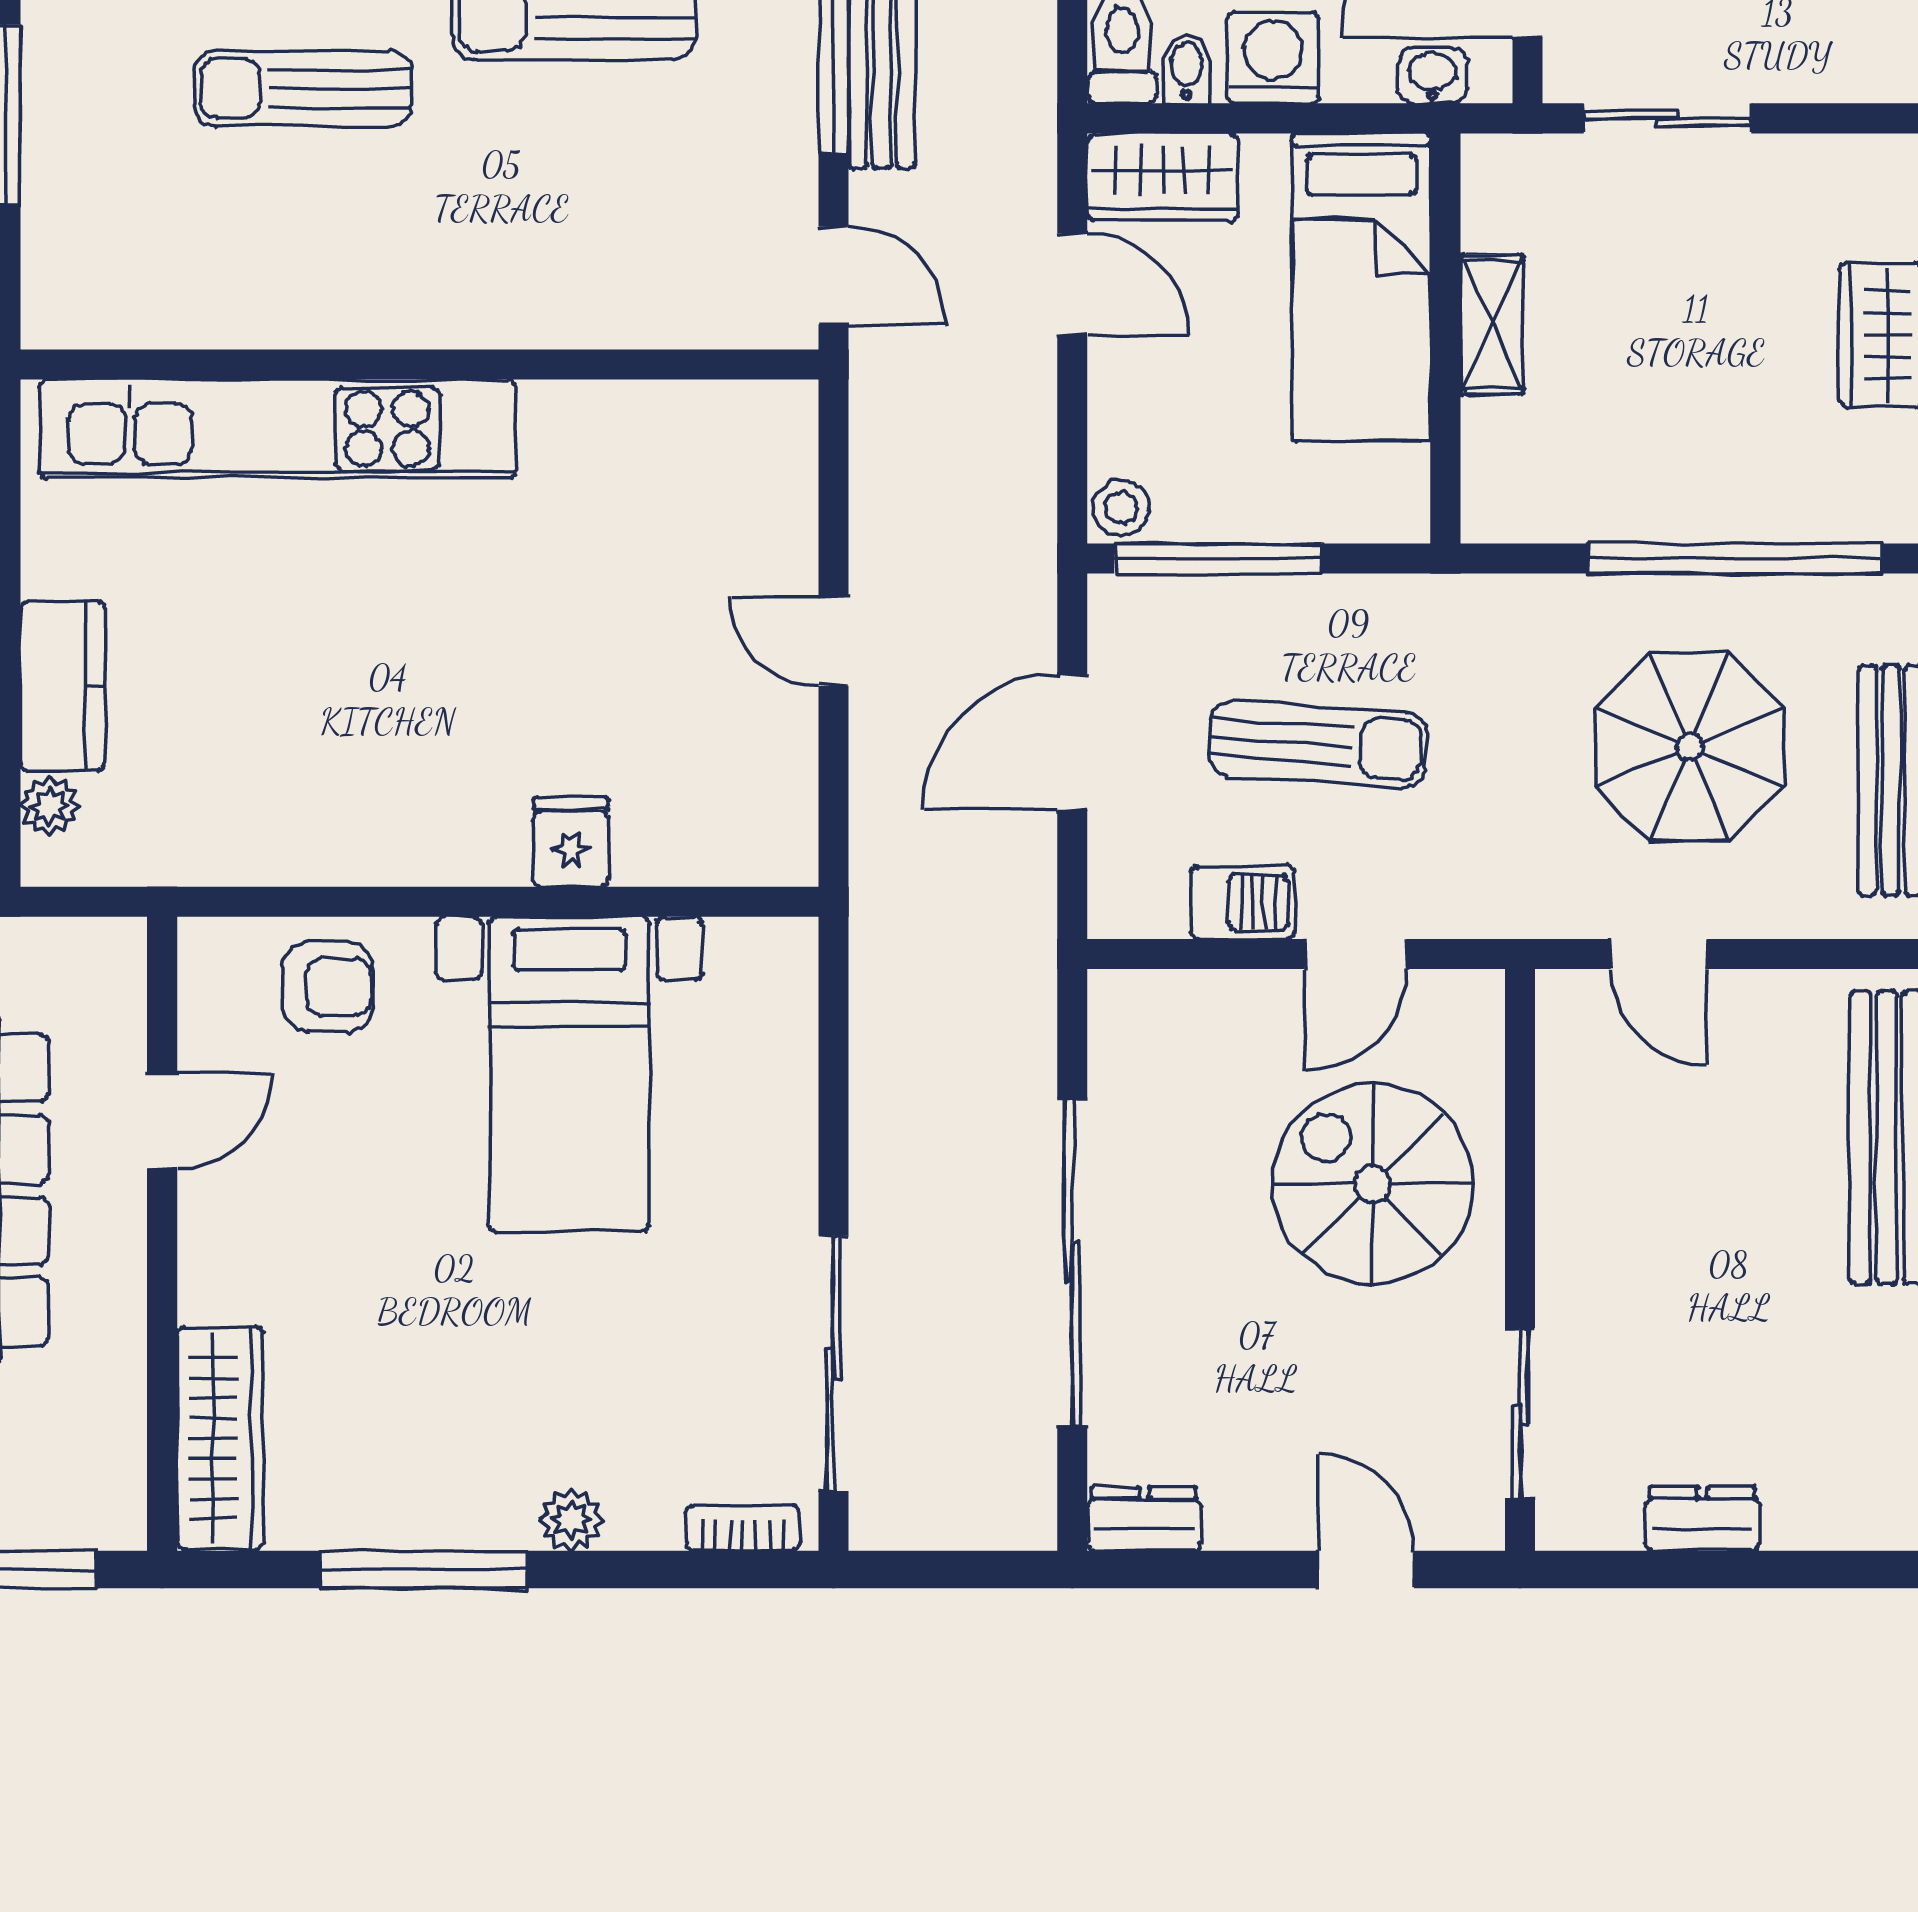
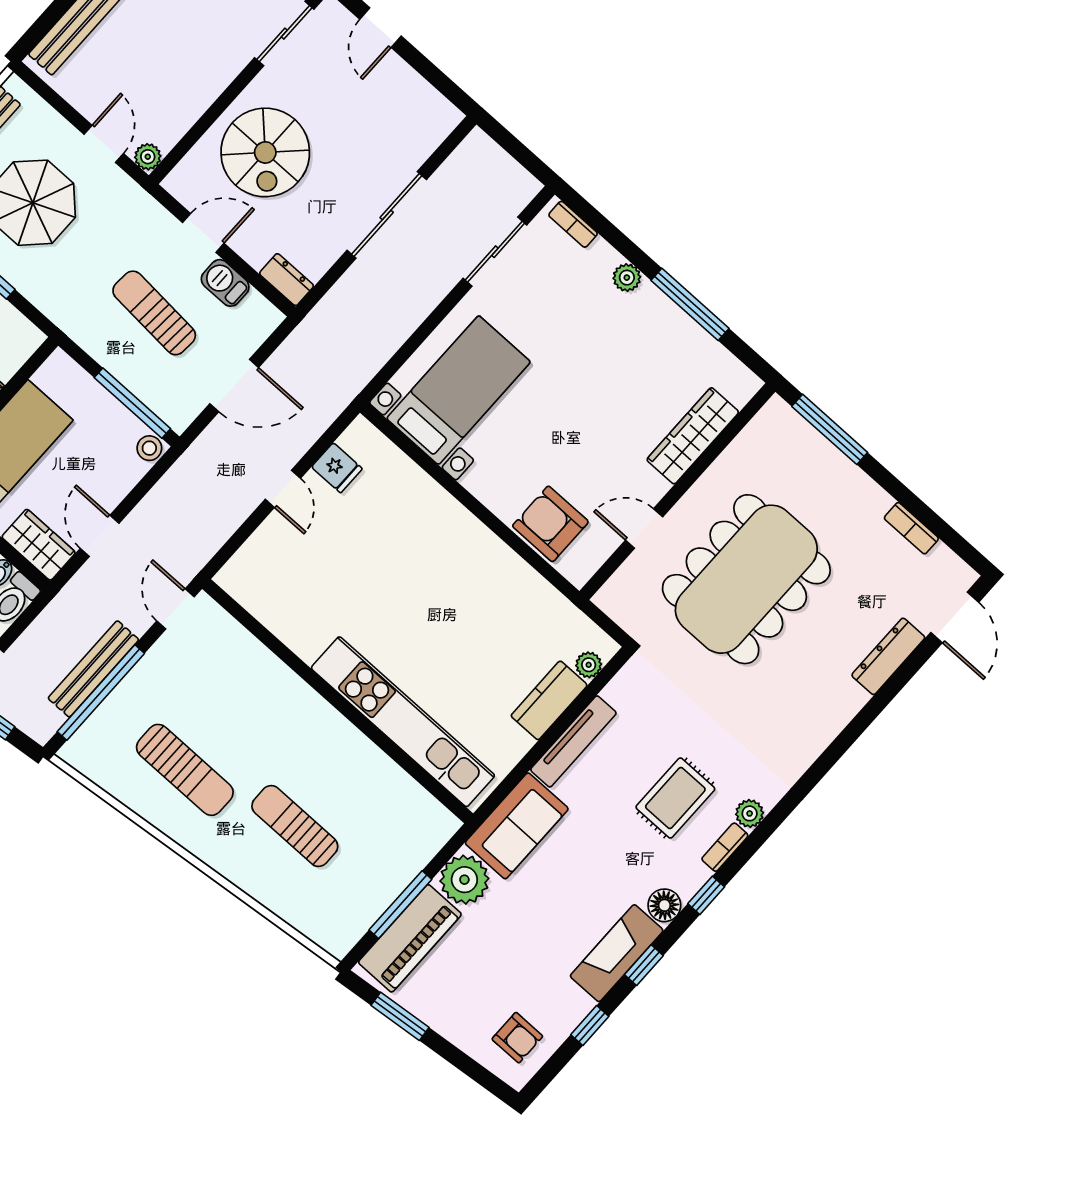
sun lounger: (303, 89) -> (295, 826), turned 180
fridge: (571, 842) -> (337, 468), moved, turned -90
armchair: (328, 987) -> (550, 524), width x1.38, depth x1.38
plant: (1565, 999) -> (148, 157), added
bed with nightstands: (569, 1074) -> (459, 390), moved
sliding door: (1072, 1262) -> (387, 215), width x0.73
sliding door: (834, 1363) -> (495, 252), width x0.73
wardrobe: (220, 1438) -> (693, 436), moved
dresser: (1144, 1519) -> (287, 280), moved, turned 180

